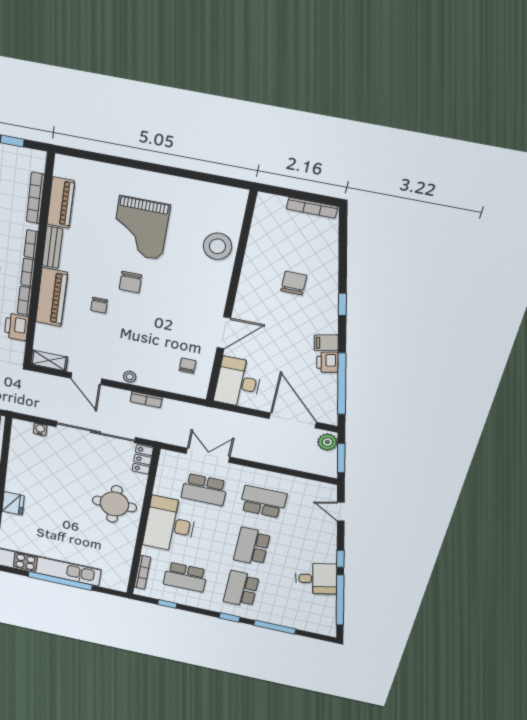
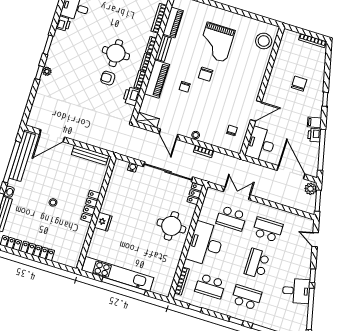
stool: (217, 246) -> (264, 41), moved
school desk: (241, 589) -> (246, 297), turned 90

